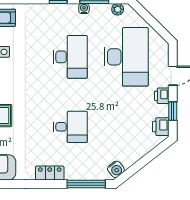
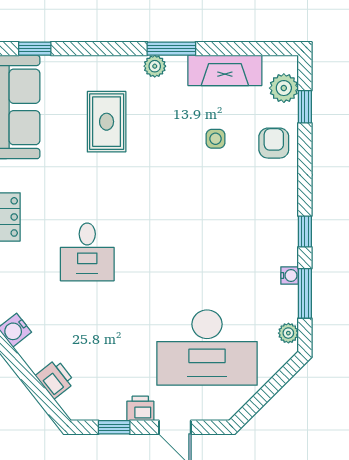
desk: (70, 57) -> (207, 252), removed
printer: (161, 127) -> (55, 379), moved, turned 52

